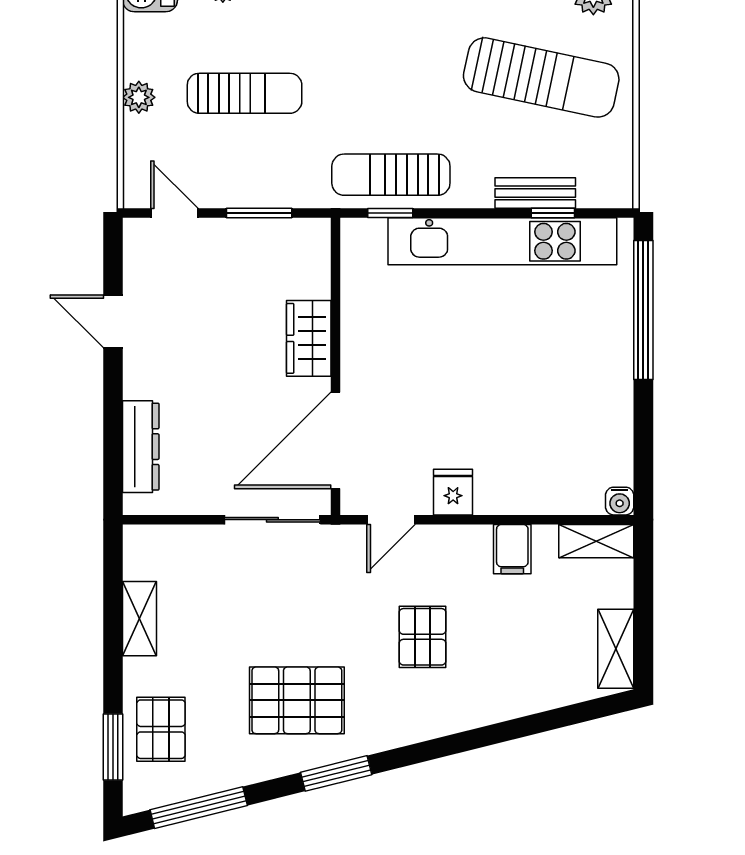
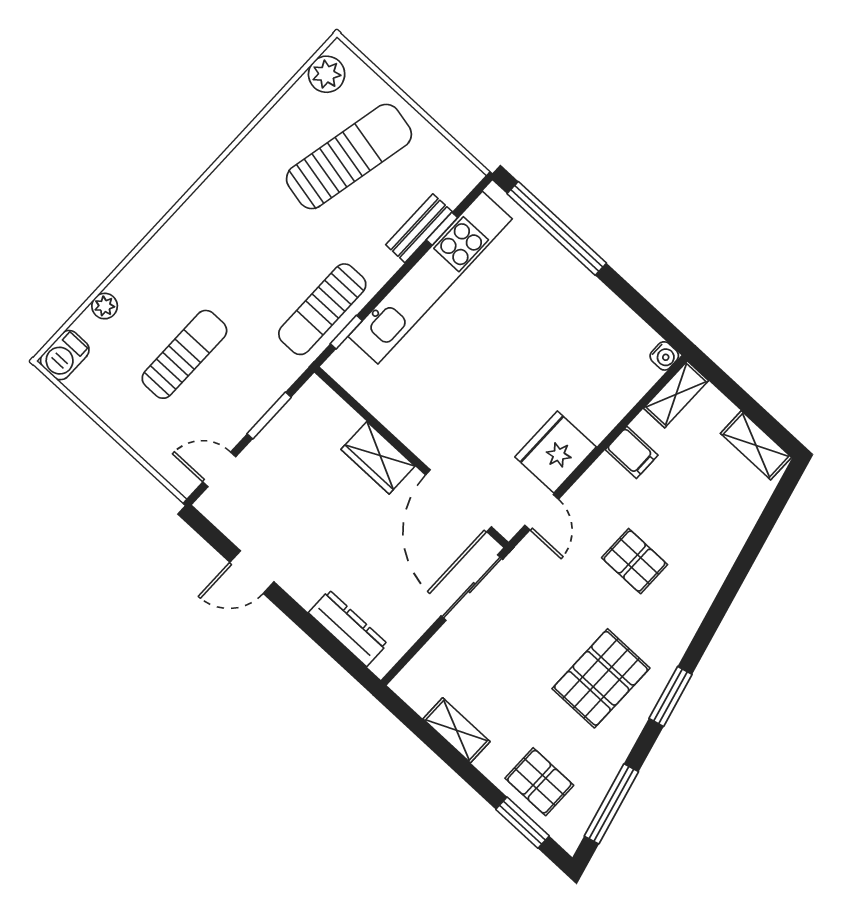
plant: (139, 97) -> (125, 424), removed
fridge: (453, 492) -> (556, 452), width x1.88, depth x1.34

